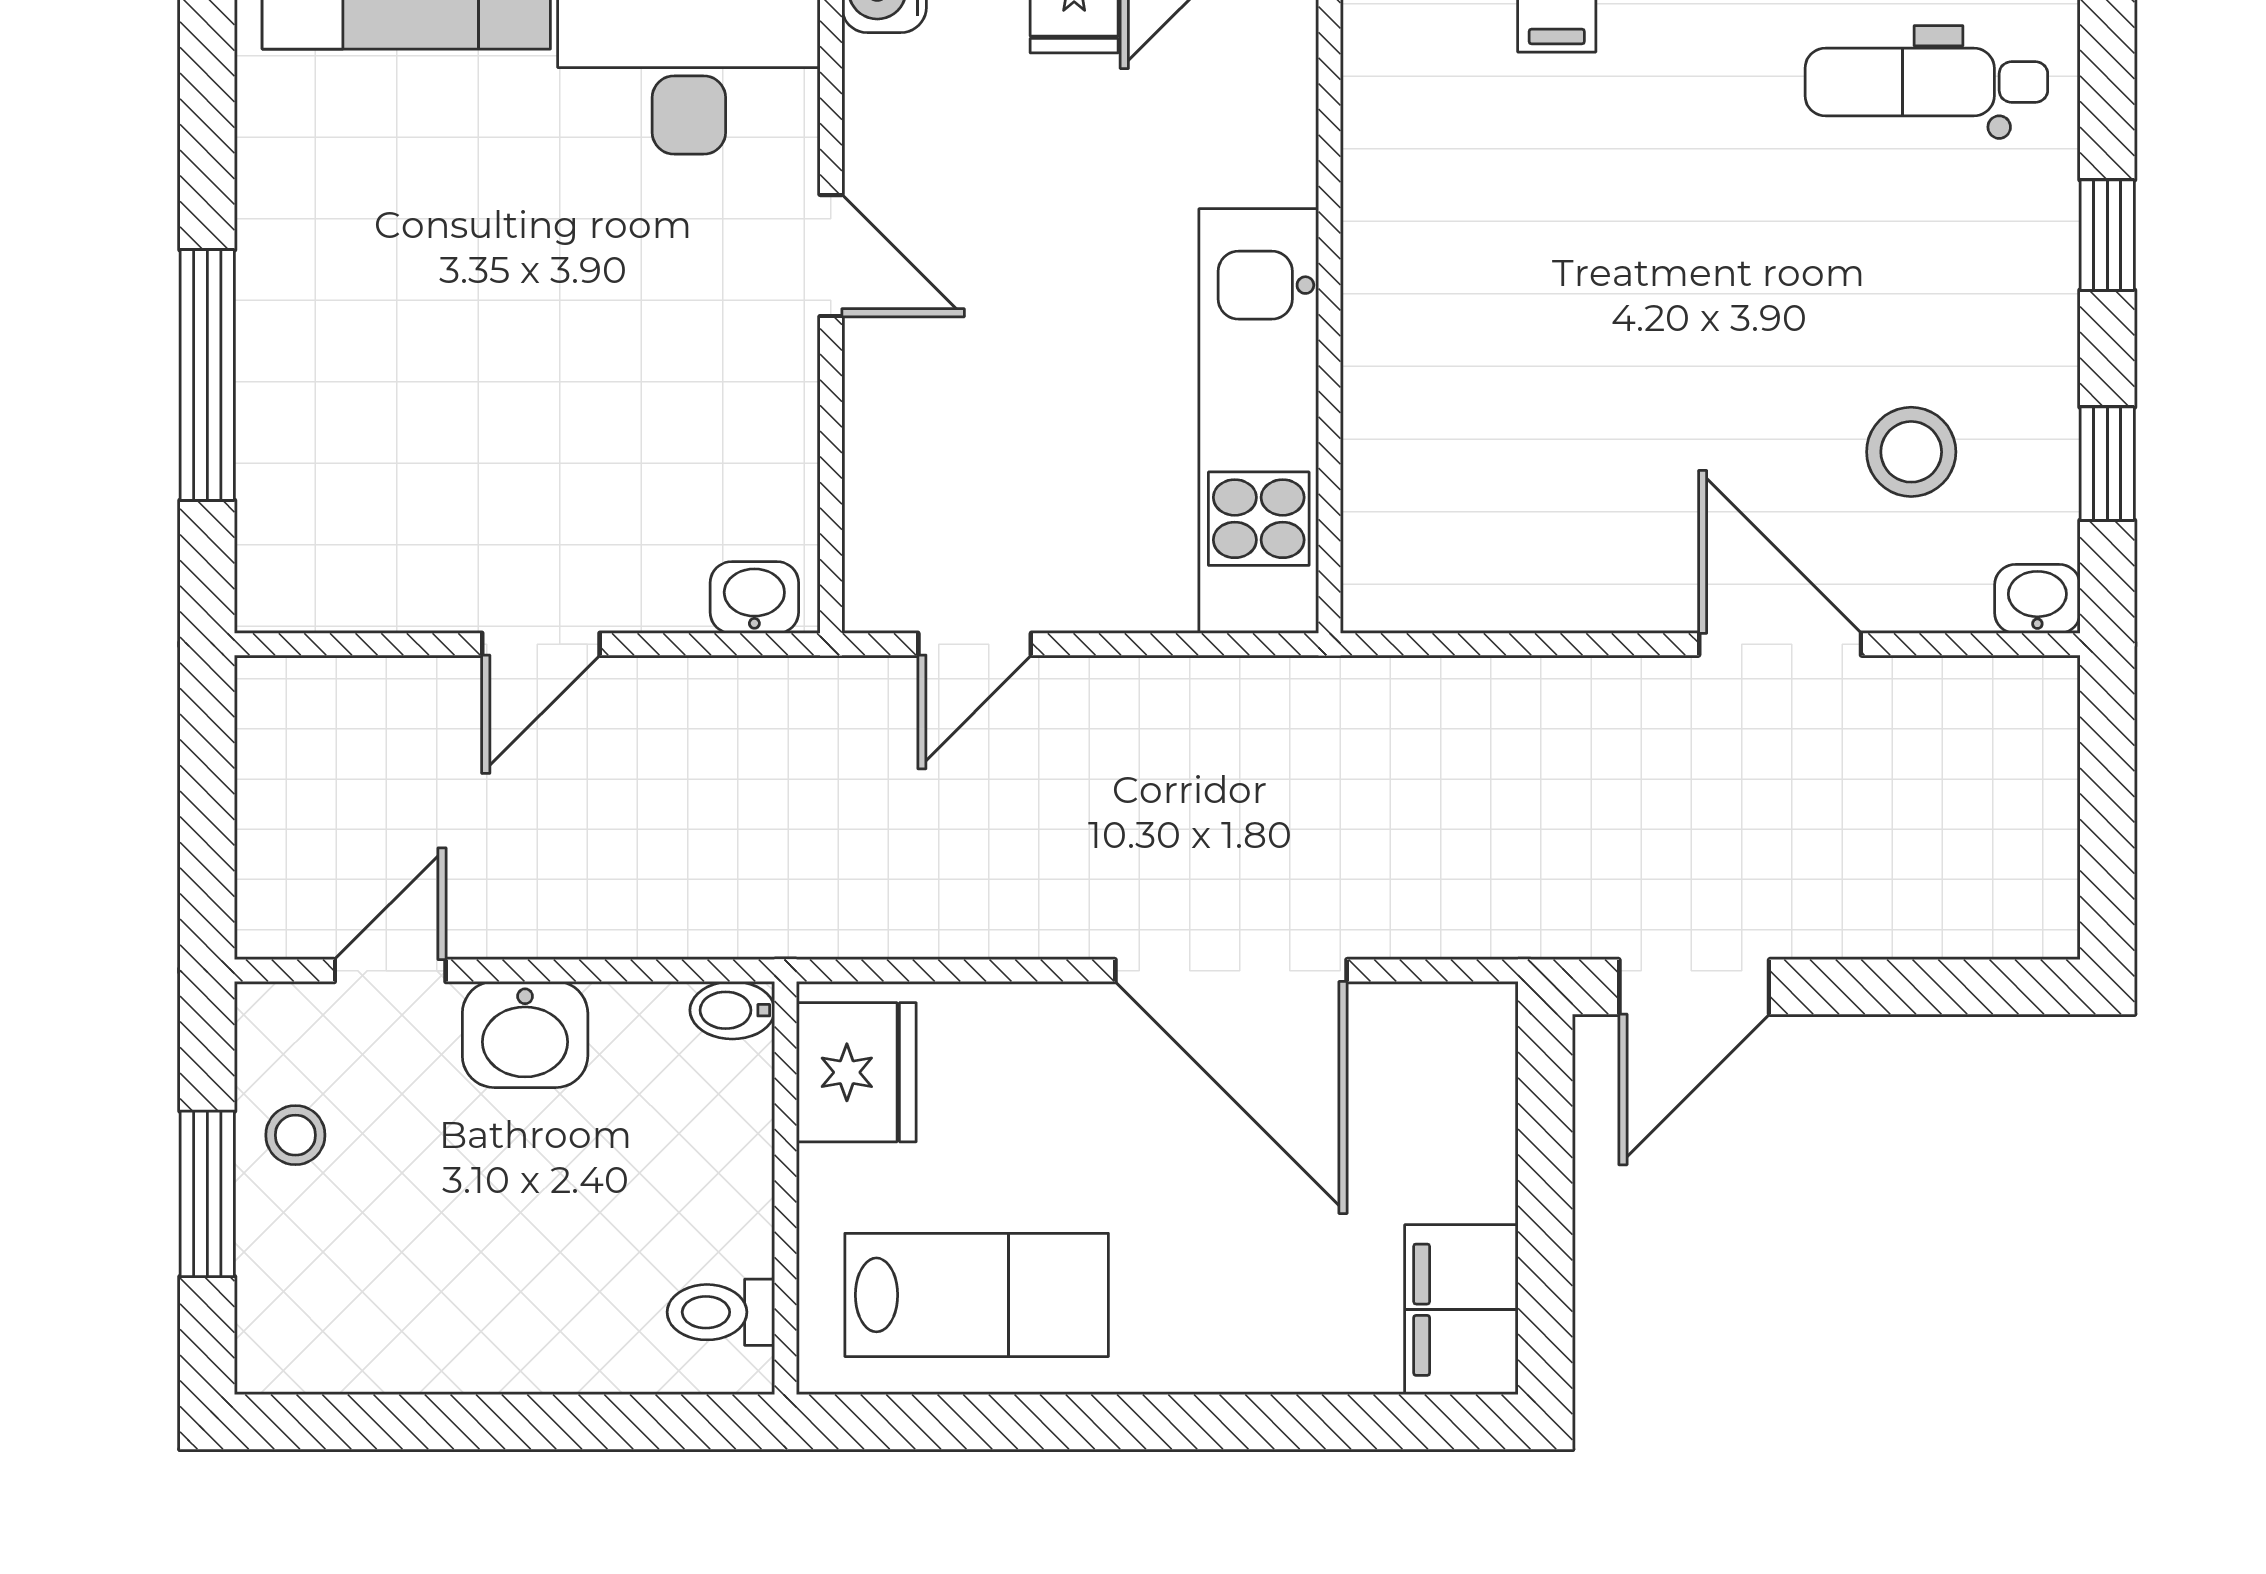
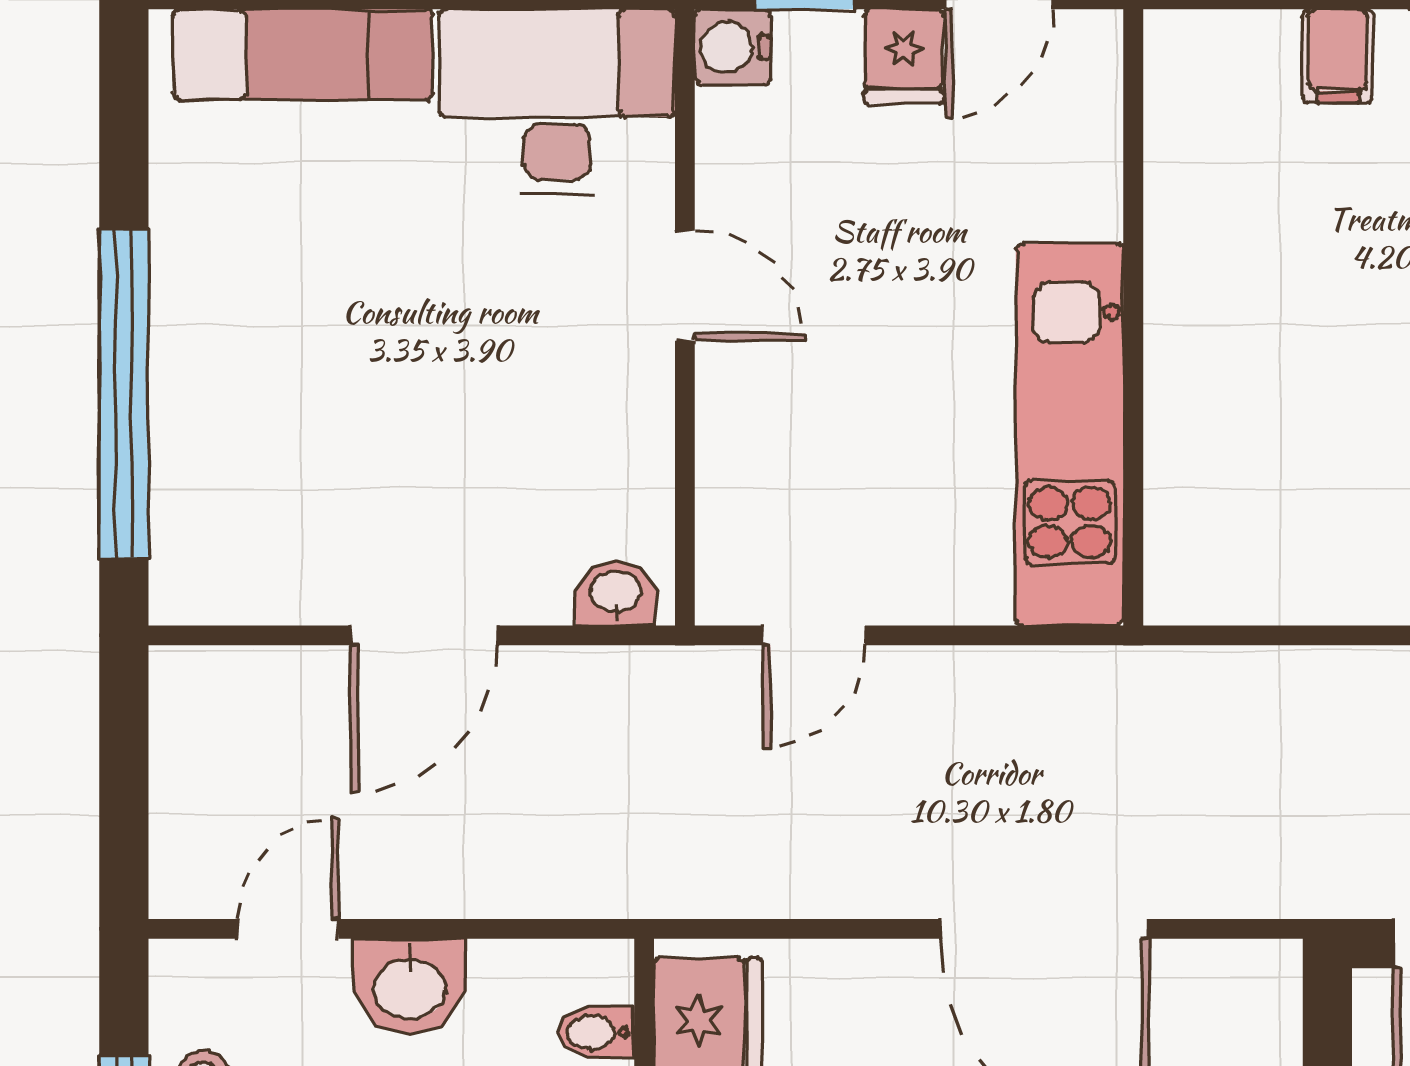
window: (207, 375) -> (124, 393), width x1.46
door: (541, 644) -> (424, 635), width x1.38
bidet: (732, 1010) -> (596, 1032), moved

